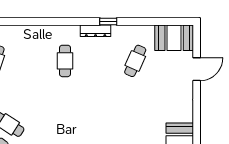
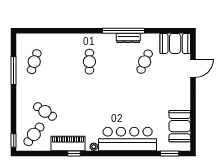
window: (108, 22) -> (123, 31), width x3.17
dresser: (96, 31) -> (128, 38), moved

